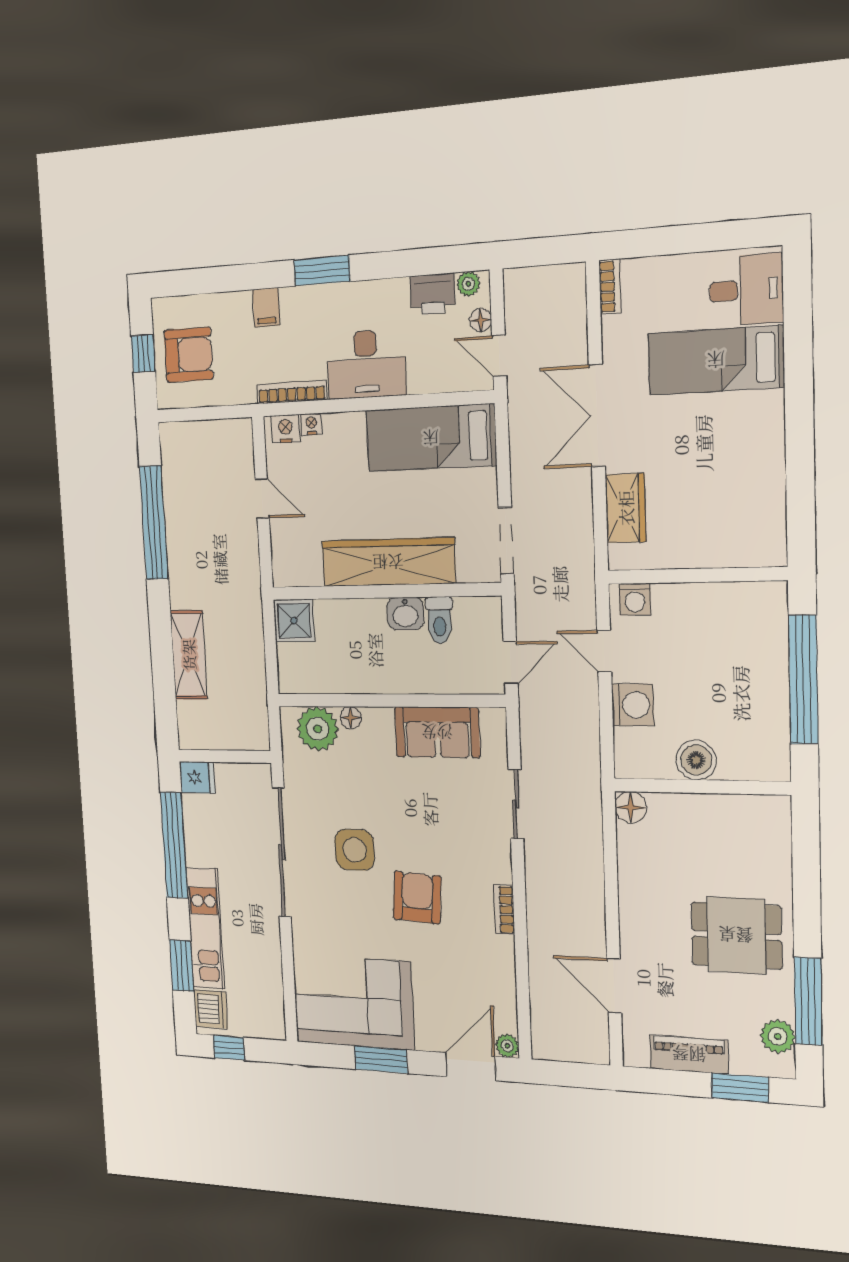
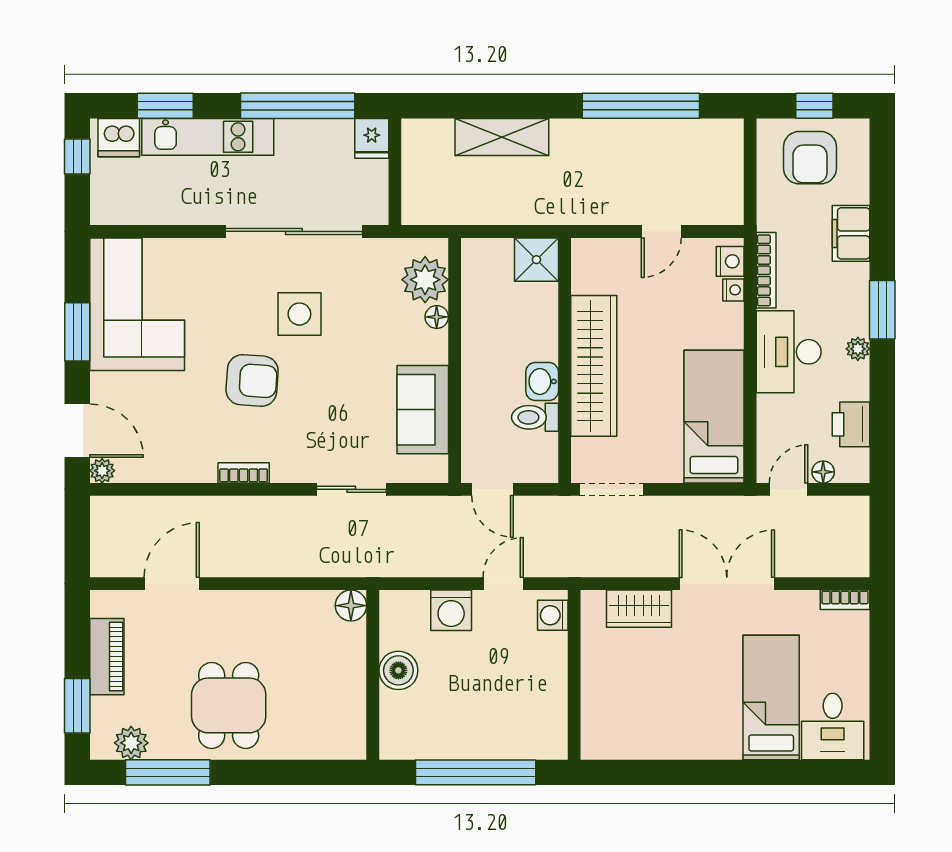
plant: (468, 284) -> (858, 349), moved
filing cabinet: (266, 307) -> (851, 233), width x2.00

